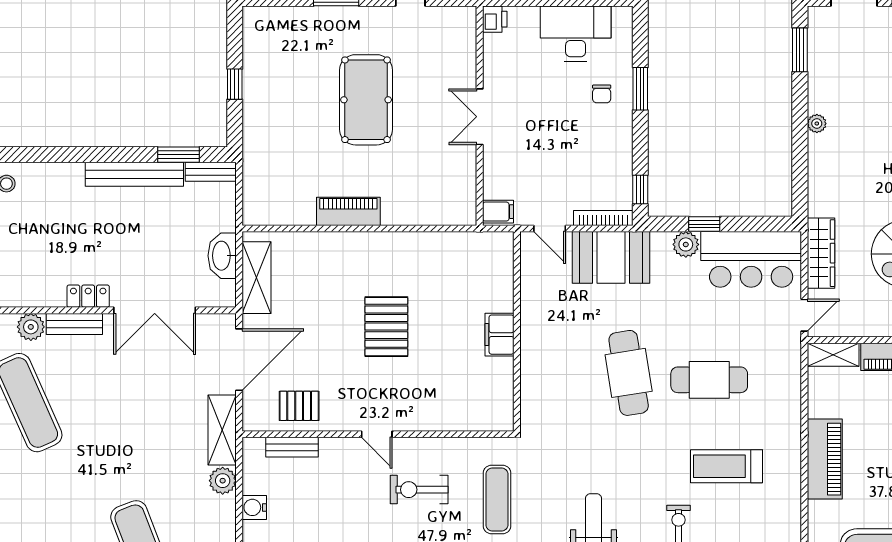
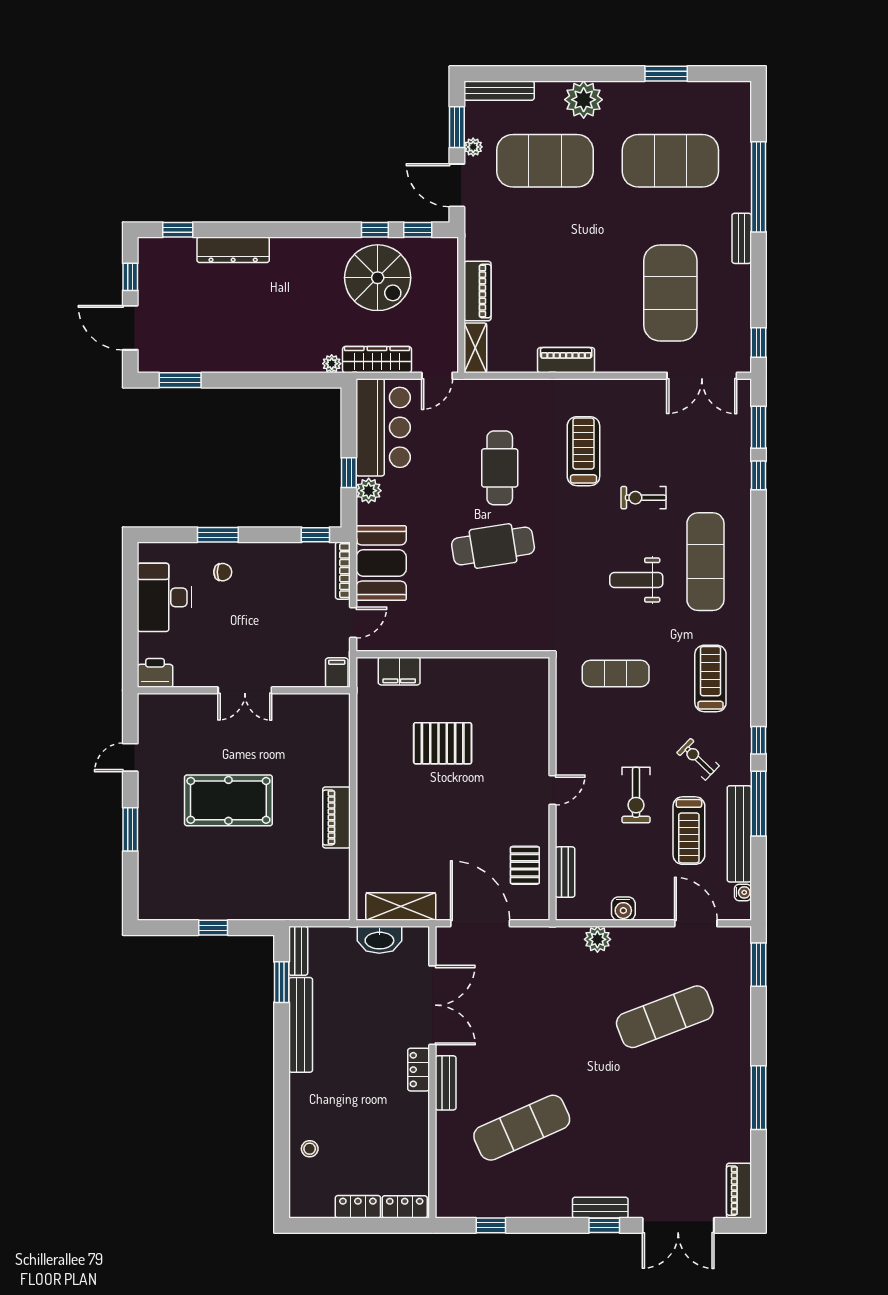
printer: (495, 19) -> (155, 673), width x1.36, depth x1.24
plant: (817, 123) -> (332, 364), moved
door: (804, 315) -> (437, 376), swing flipped
plant: (31, 327) -> (448, 1125), removed
pallet: (386, 327) -> (443, 743), moved
filing cabinet: (499, 335) -> (399, 671), moved
shelving: (222, 430) -> (548, 940), removed
piano: (825, 459) -> (566, 360), width x0.73, depth x0.75
treadmill: (726, 466) -> (583, 451), turned 180
exercise bike: (419, 490) -> (636, 795), moved

